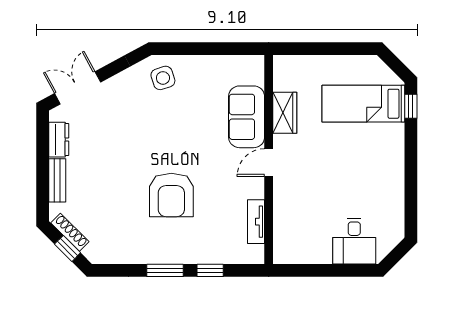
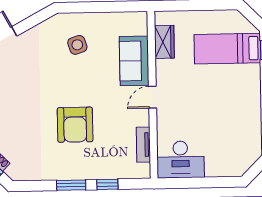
side table: (163, 78) -> (77, 45), moved
wardrobe: (285, 113) -> (164, 42), moved
desk: (354, 241) -> (180, 160), moved, width x1.37

